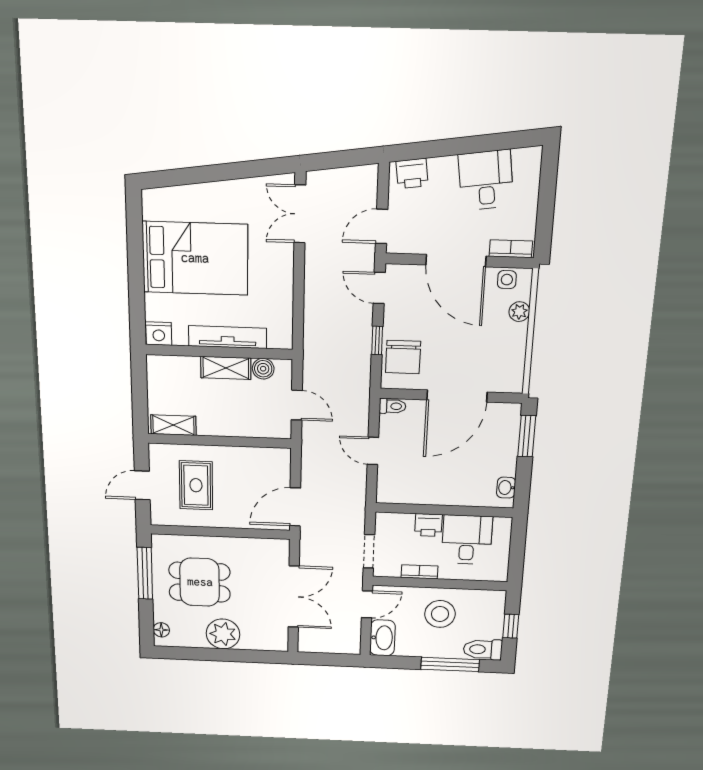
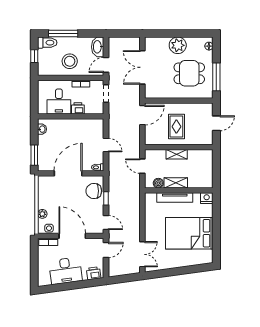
desk: (486, 180) -> (66, 271), width x1.37
chair: (403, 357) -> (94, 191), turned -90
shelving: (173, 425) -> (177, 154), moved
rug: (196, 485) -> (176, 127), moved

